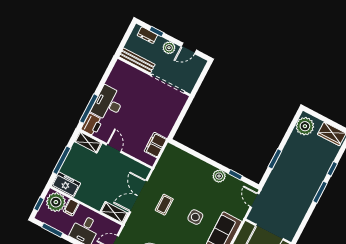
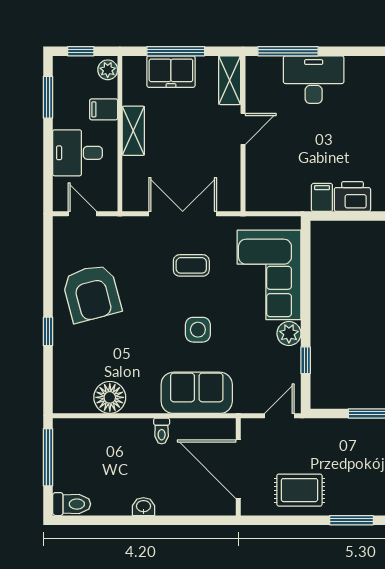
printer: (92, 125) -> (352, 196), moved, turned 180
filing cabinet: (156, 145) -> (322, 197), moved, width x0.50
corner sofa: (187, 171) -> (269, 275), added
freezer: (66, 185) -> (171, 72), moved, turned 90
plant: (56, 202) -> (108, 70), width x0.53, depth x0.53
rug: (294, 209) -> (299, 490), added
shelving: (114, 212) -> (133, 131), moved

